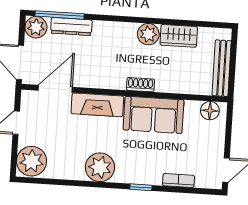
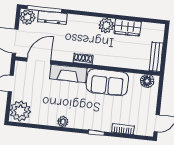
bench: (222, 68) -> (156, 57), width x0.73
shoe rack: (140, 85) -> (83, 59), moved
plant: (100, 167) -> (63, 122), width x0.53, depth x0.53

